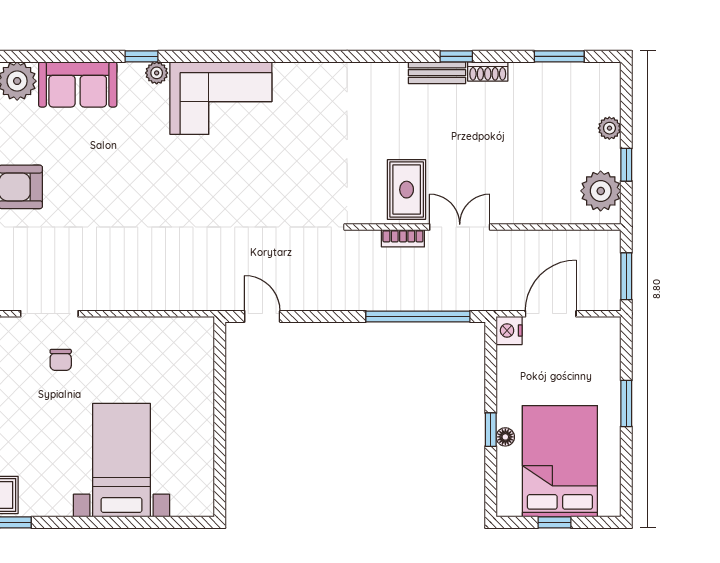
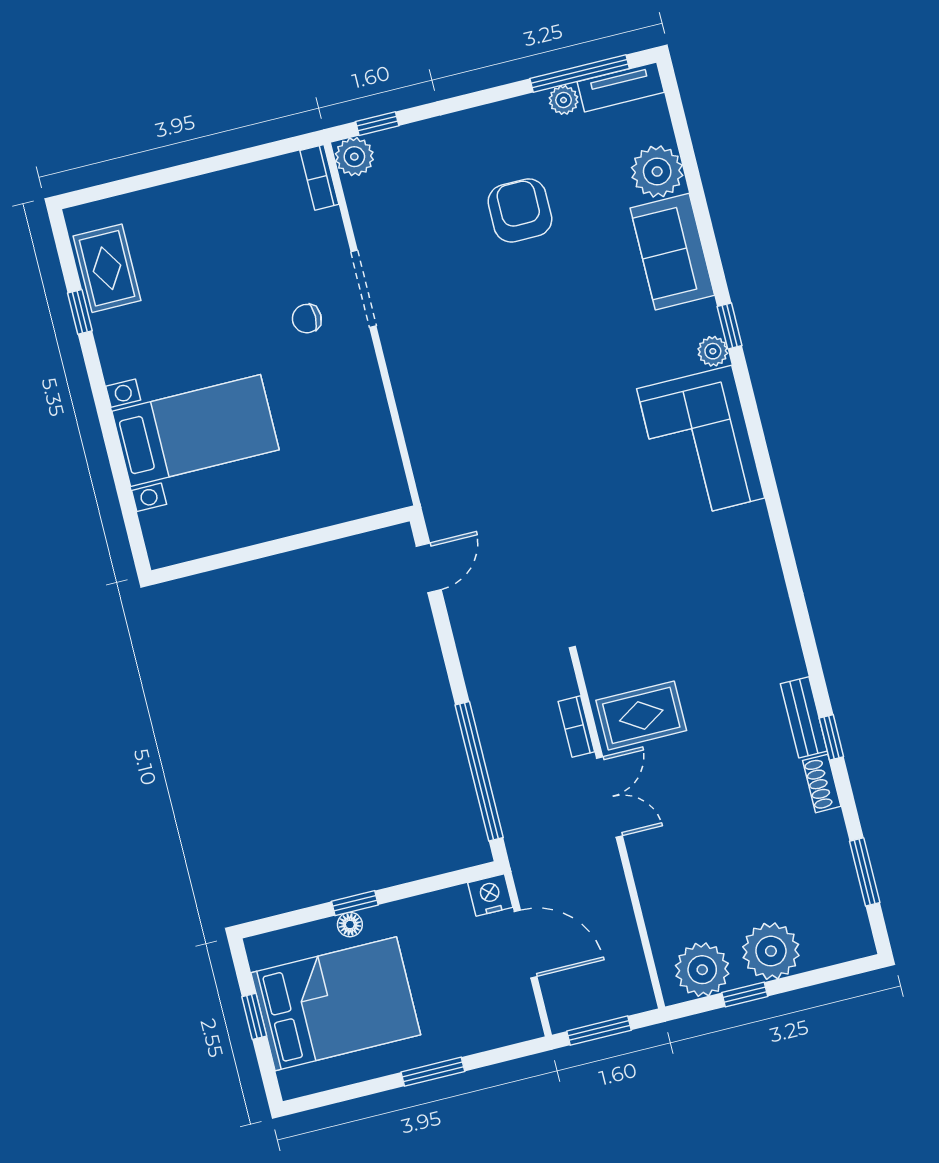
plant: (609, 128) -> (771, 951), width x1.87, depth x1.87

